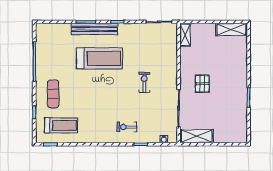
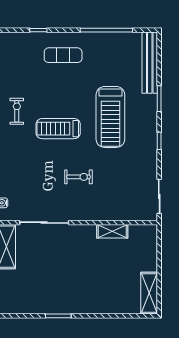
bench: (94, 29) -> (150, 63), moved
shelving: (185, 35) -> (112, 231), moved
pallet: (202, 84) -> (77, 254), removed
treadmill: (61, 125) -> (58, 129), moved, turned 90
exercise bike: (127, 127) -> (17, 111), moved

